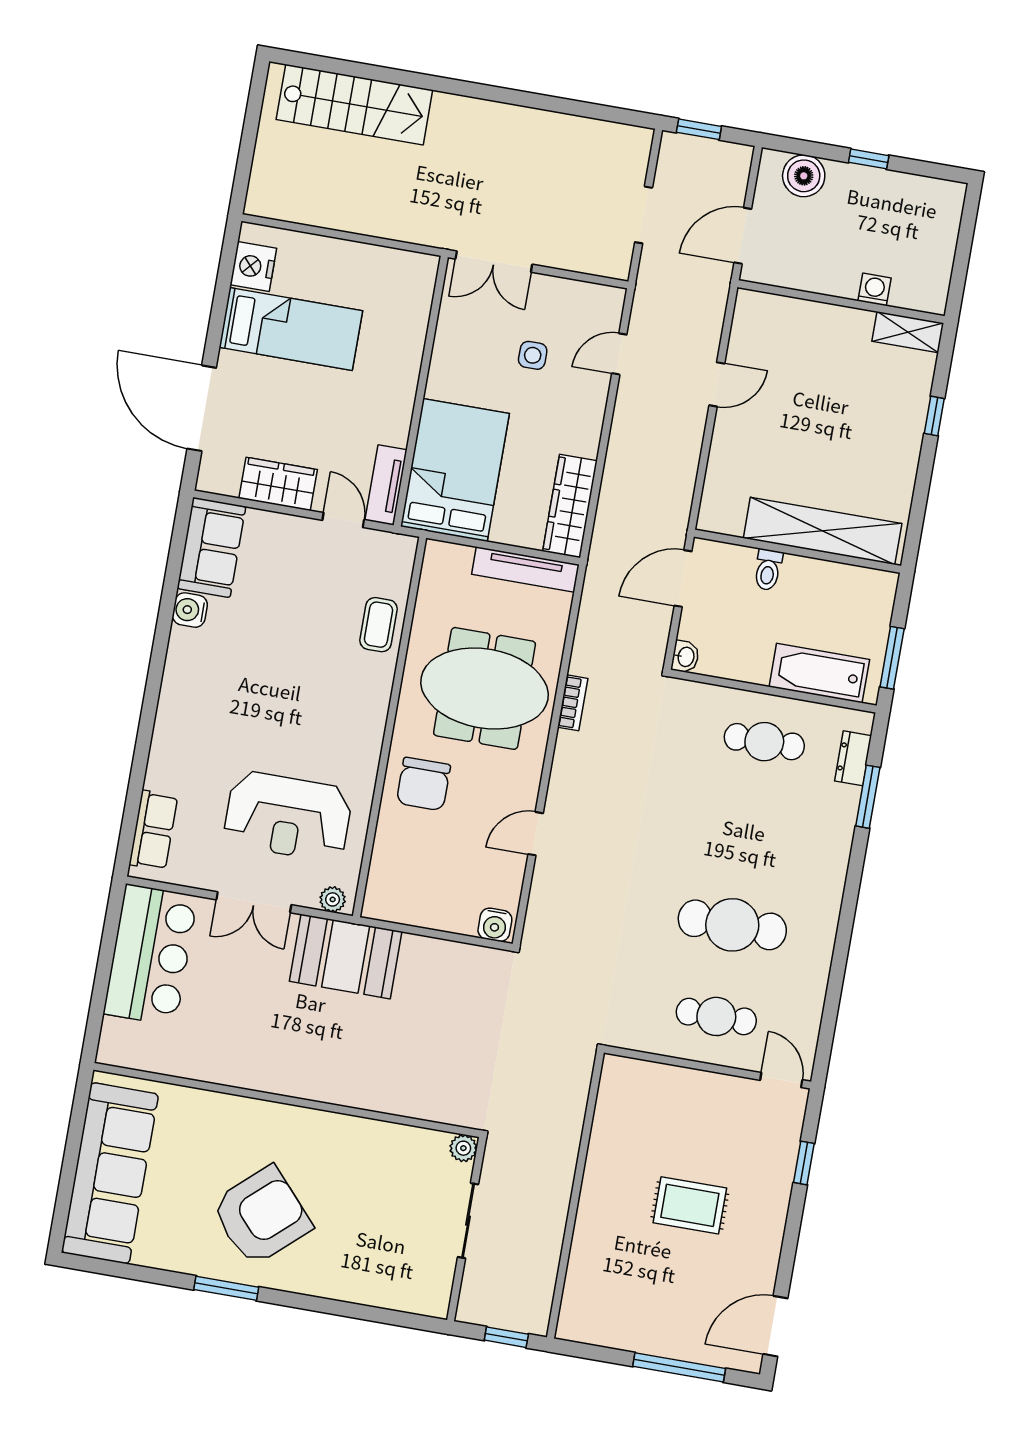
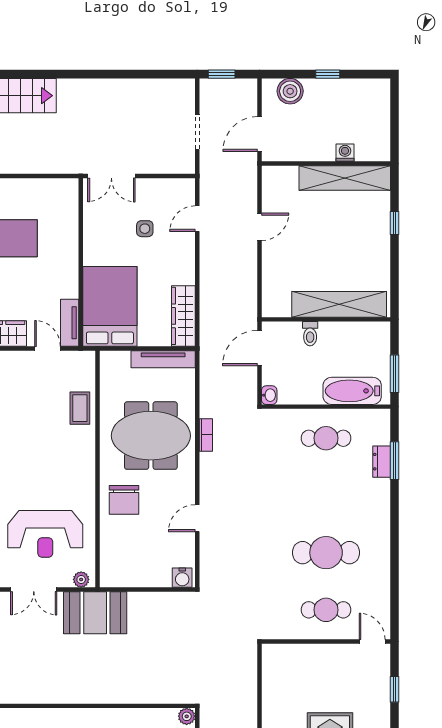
shelving: (908, 332) -> (345, 178), width x2.20, depth x1.33
dresser: (853, 758) -> (382, 462), moved

